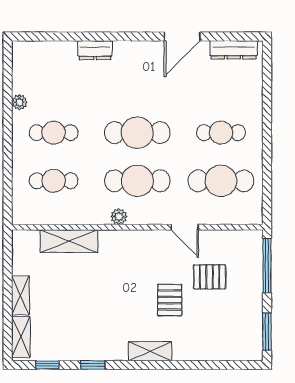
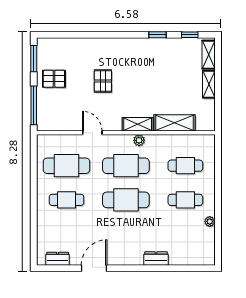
dresser: (234, 50) -> (58, 259), width x0.70
pallet: (210, 277) -> (54, 79), moved
shelving: (150, 351) -> (138, 124), moved

